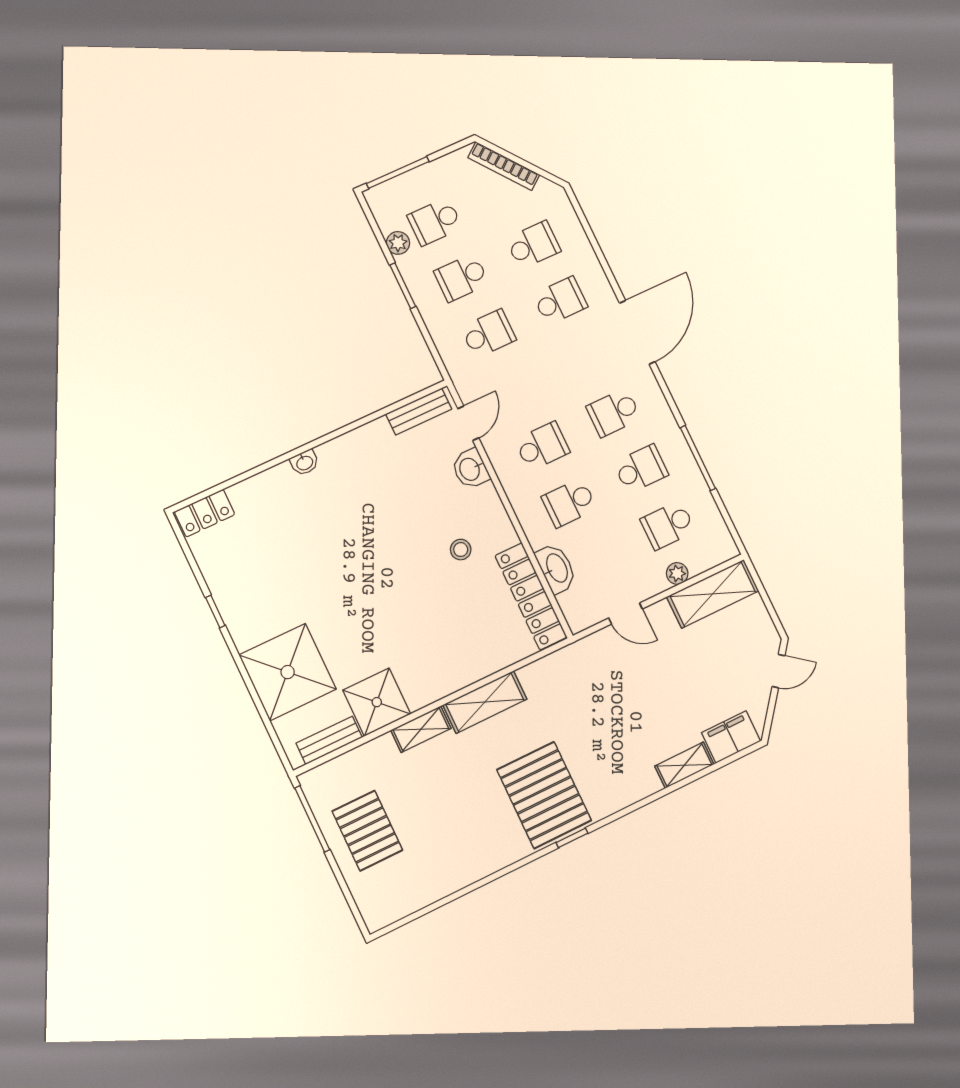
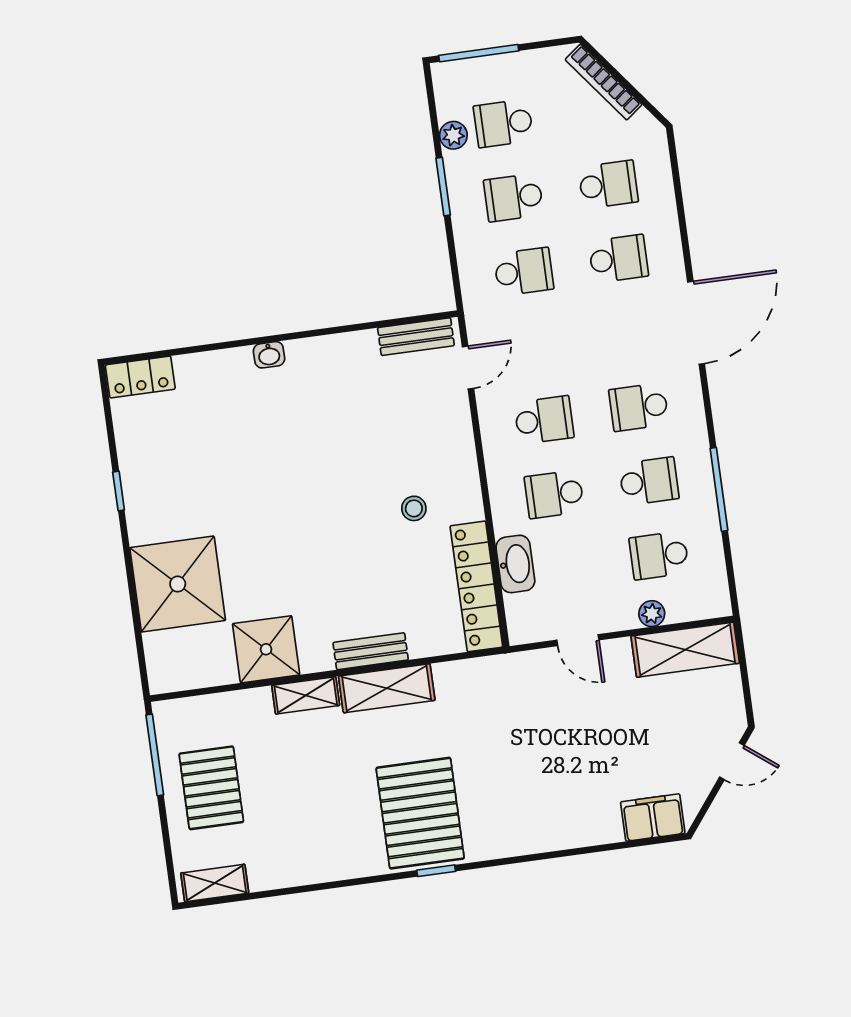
washbasin: (470, 469) -> (454, 420), removed
bench: (329, 740) -> (371, 651), moved
shelving: (684, 765) -> (215, 883), moved

